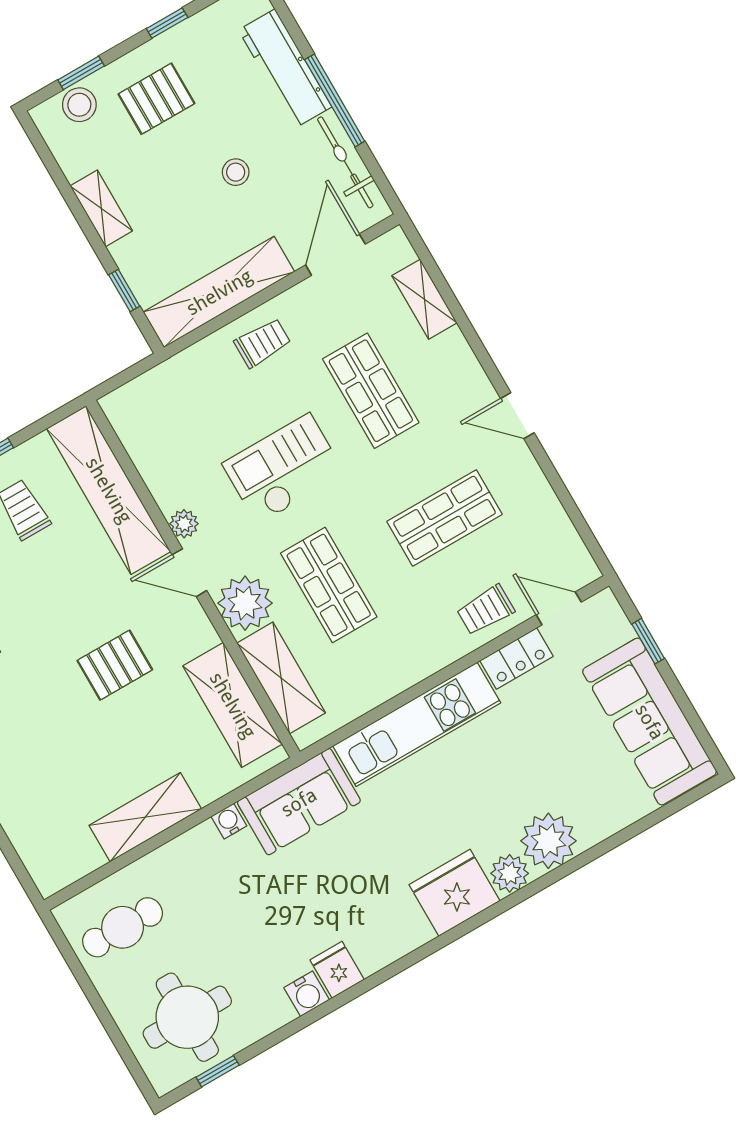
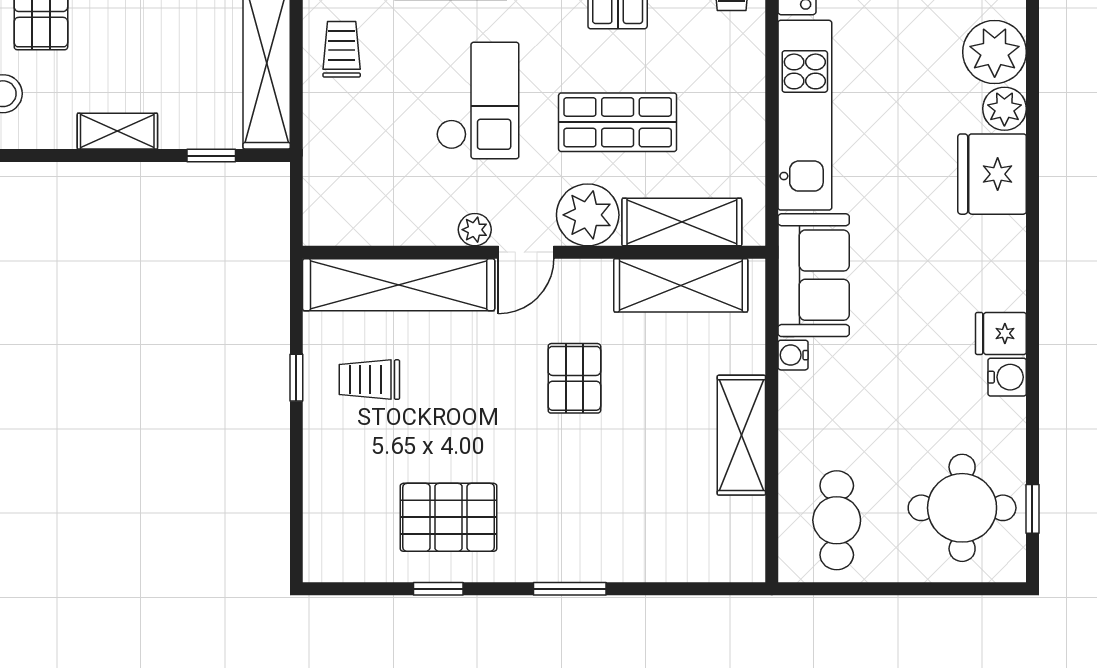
checkout: (284, 469) -> (478, 100), turned 180

